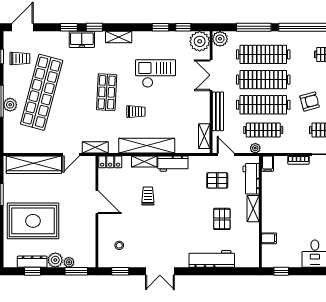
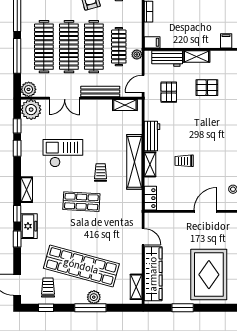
checkout: (156, 74) -> (63, 153), turned 90
shelving: (95, 147) -> (136, 287), moved
door: (97, 202) -> (205, 211), moved

